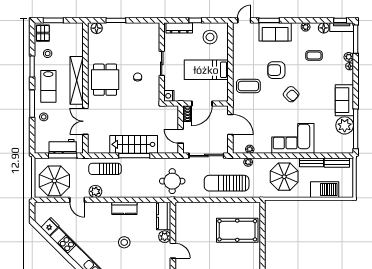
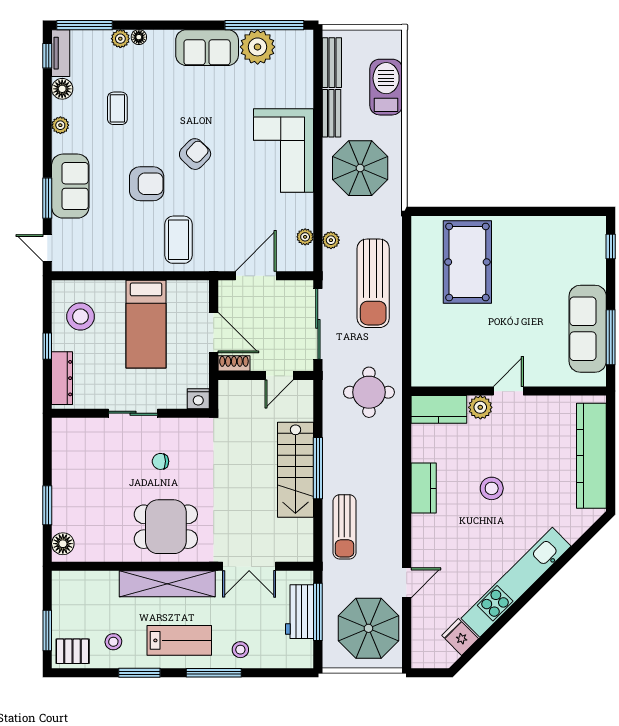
armchair: (276, 70) -> (147, 184), turned -90
plant: (95, 191) -> (390, 546), removed

